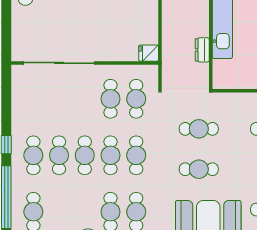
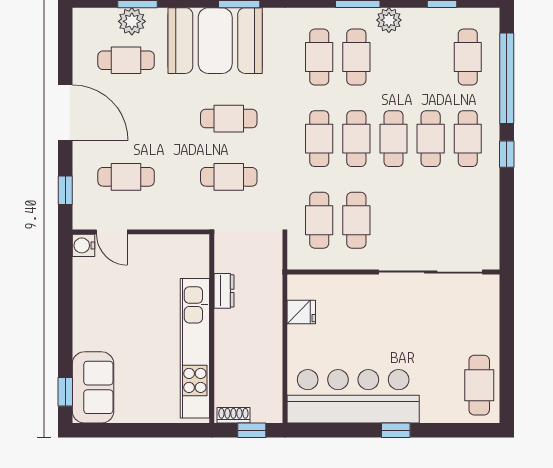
fridge: (149, 53) -> (301, 312), moved

